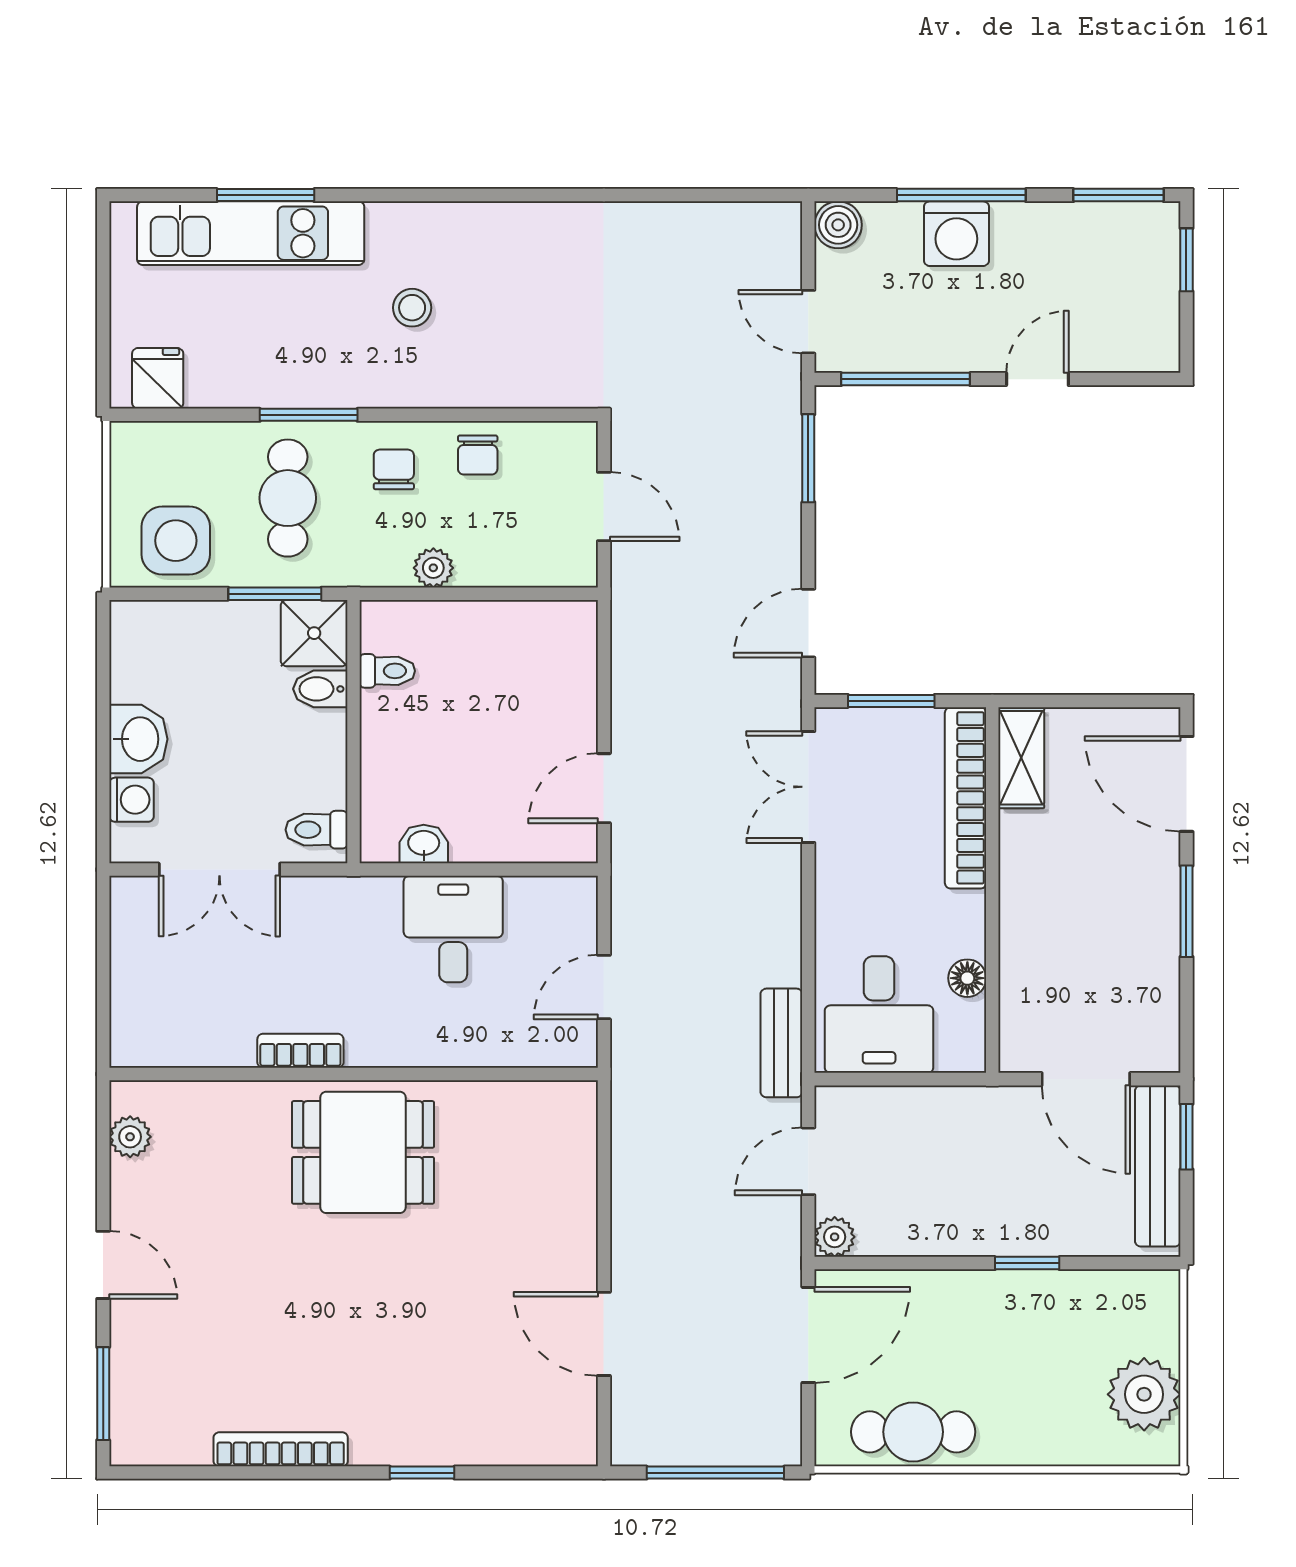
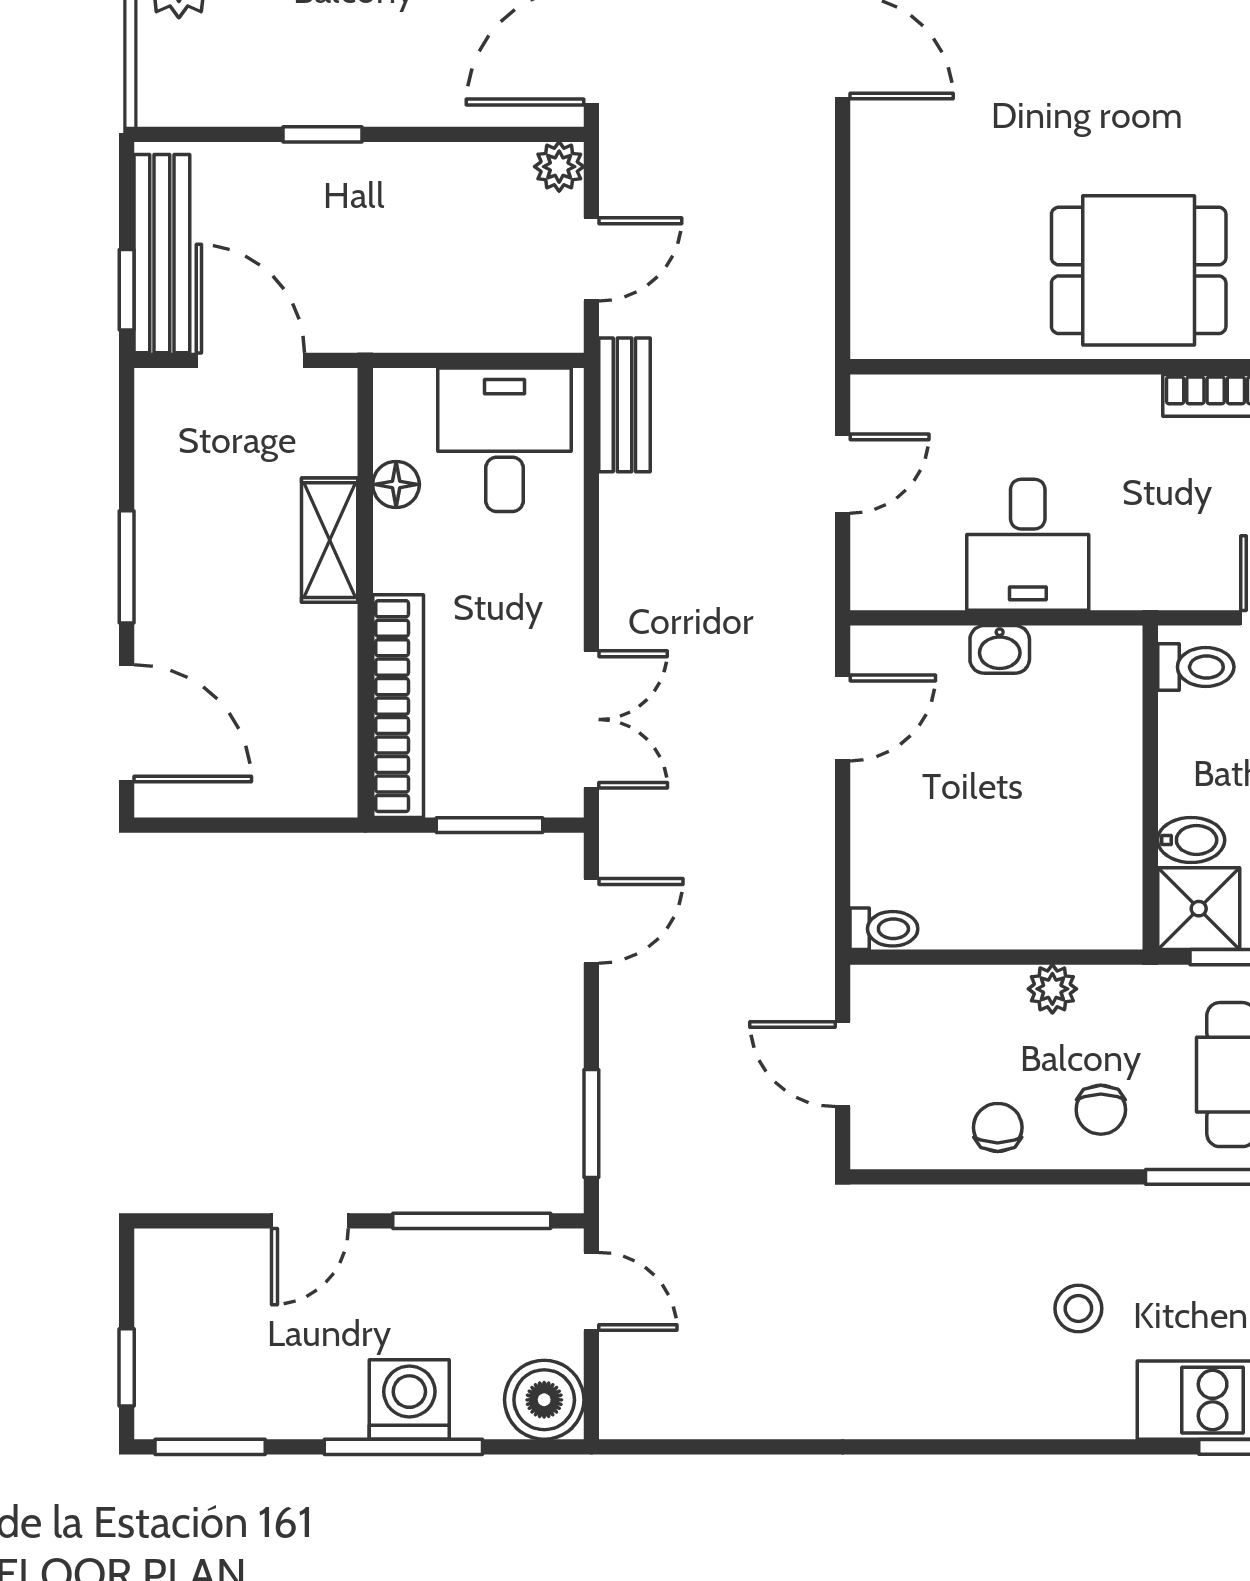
boiler: (838, 225) -> (544, 1400), width x1.36, depth x1.36
toilet: (387, 671) -> (884, 929), moved, turned 180
shelving: (1021, 758) -> (330, 540), moved
washbasin: (424, 844) -> (1000, 649), moved

